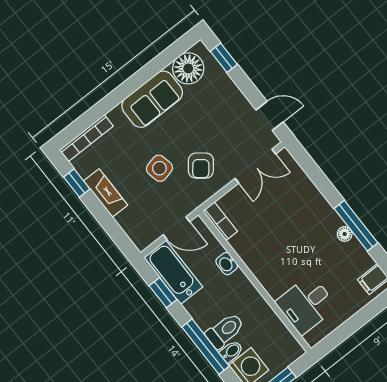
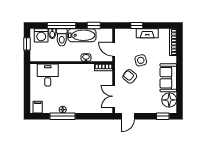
window: (77, 183) -> (137, 26), moved
door: (177, 228) -> (114, 49), hinge flipped
bathtub: (173, 272) -> (82, 35), moved

